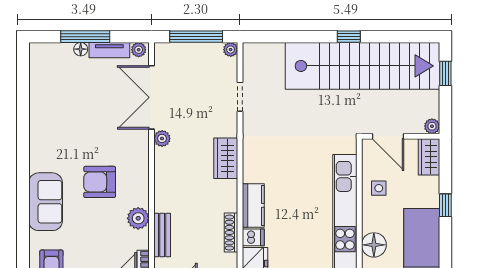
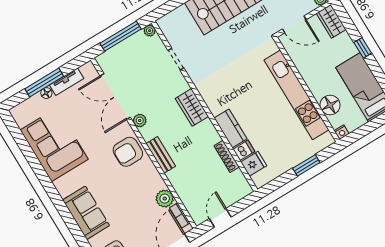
plant: (139, 50) -> (86, 69), removed
corner sofa: (56, 109) -> (54, 145), added
armchair: (100, 182) -> (128, 152), moved
side table: (379, 188) -> (310, 64), removed
plant: (138, 218) -> (165, 199), moved
bench: (162, 235) -> (161, 155), moved

